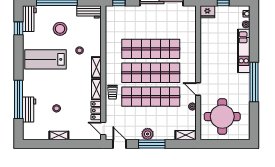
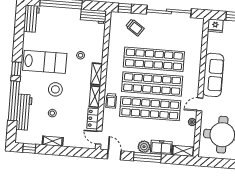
trolley: (130, 20) -> (135, 27), added
window: (19, 28) -> (16, 69), moved
stool: (60, 29) -> (55, 89), moved
lab bench: (45, 59) -> (45, 62), turned 180
sofa: (209, 60) -> (213, 75), added
door: (198, 89) -> (200, 104), hinge flipped
workbench: (29, 110) -> (24, 112), width x1.38
freezer: (164, 133) -> (161, 147), added
window: (37, 144) -> (29, 148), added

